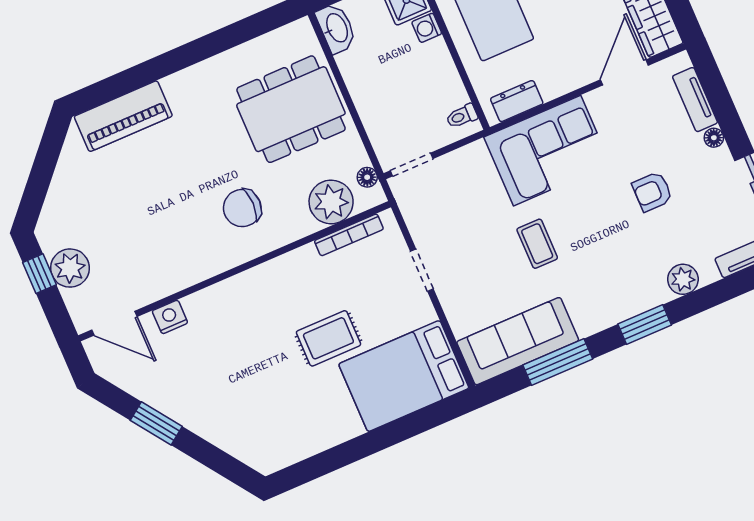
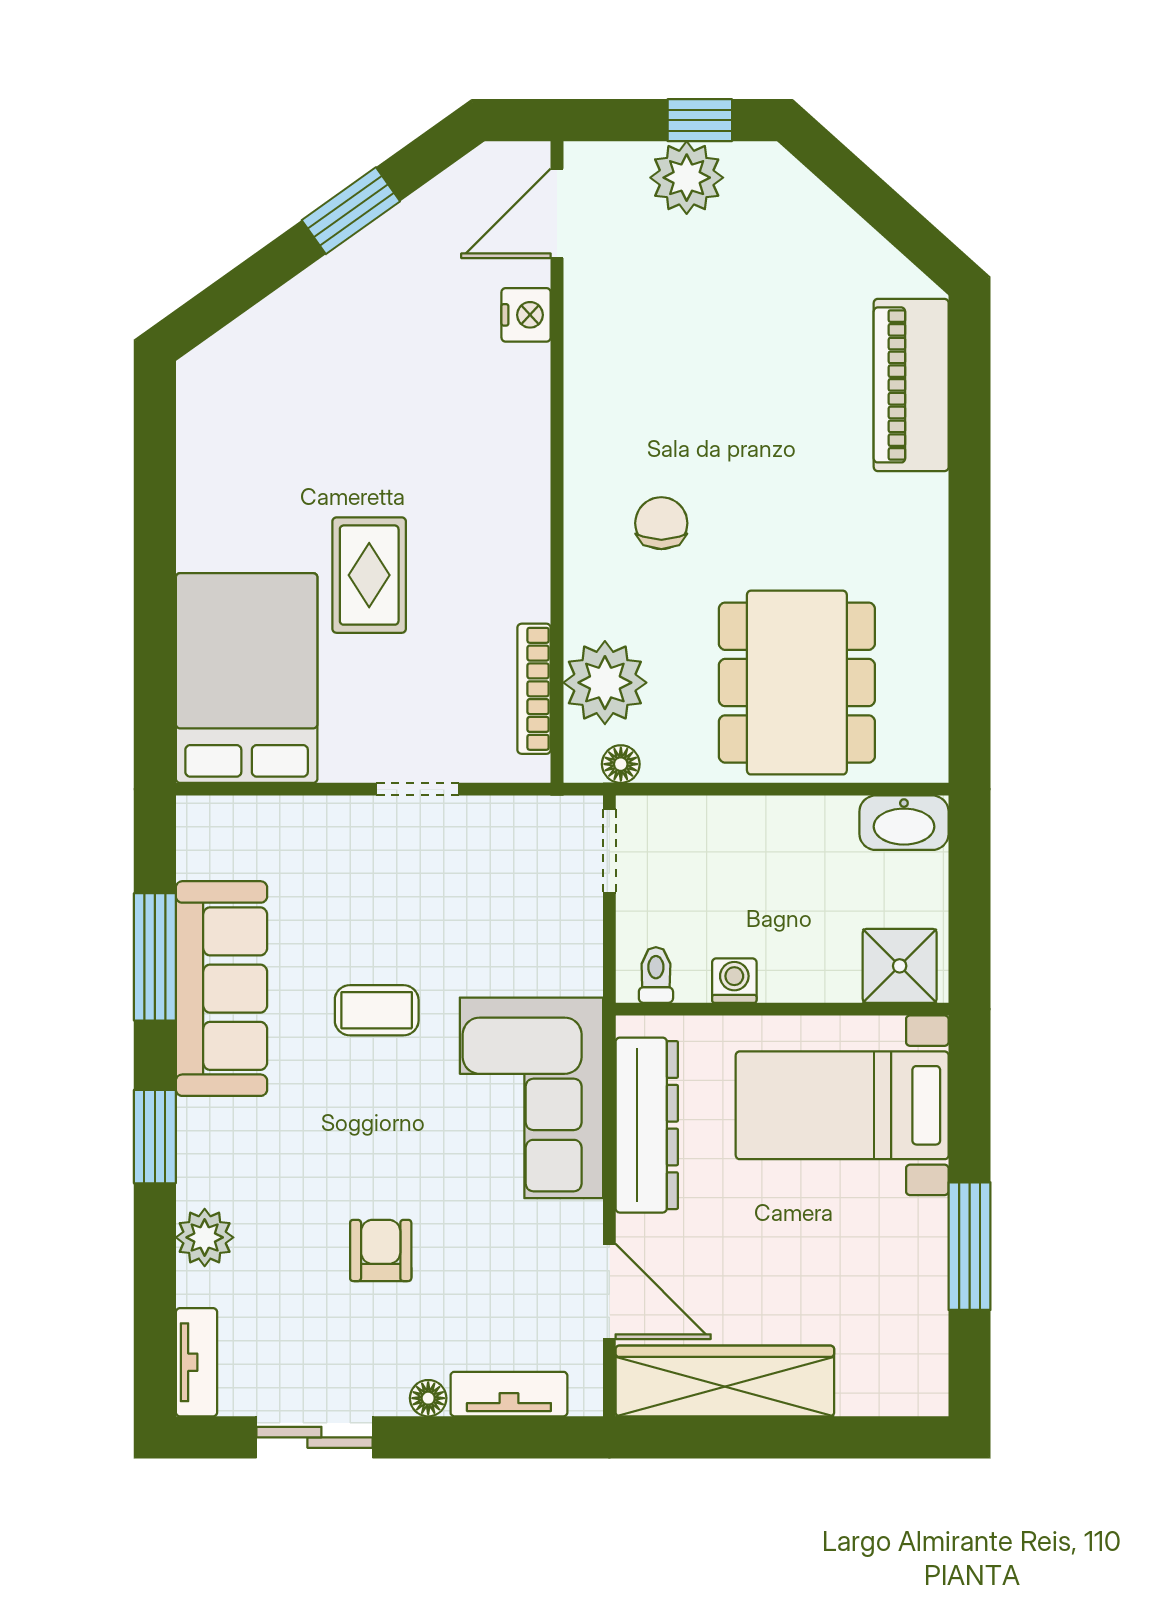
washing machine: (427, 28) -> (734, 981), moved
dresser: (517, 101) -> (647, 1125), width x1.96, depth x1.24
chair: (242, 208) -> (661, 523), width x0.73, depth x0.73
sofa: (518, 341) -> (221, 989), moved

